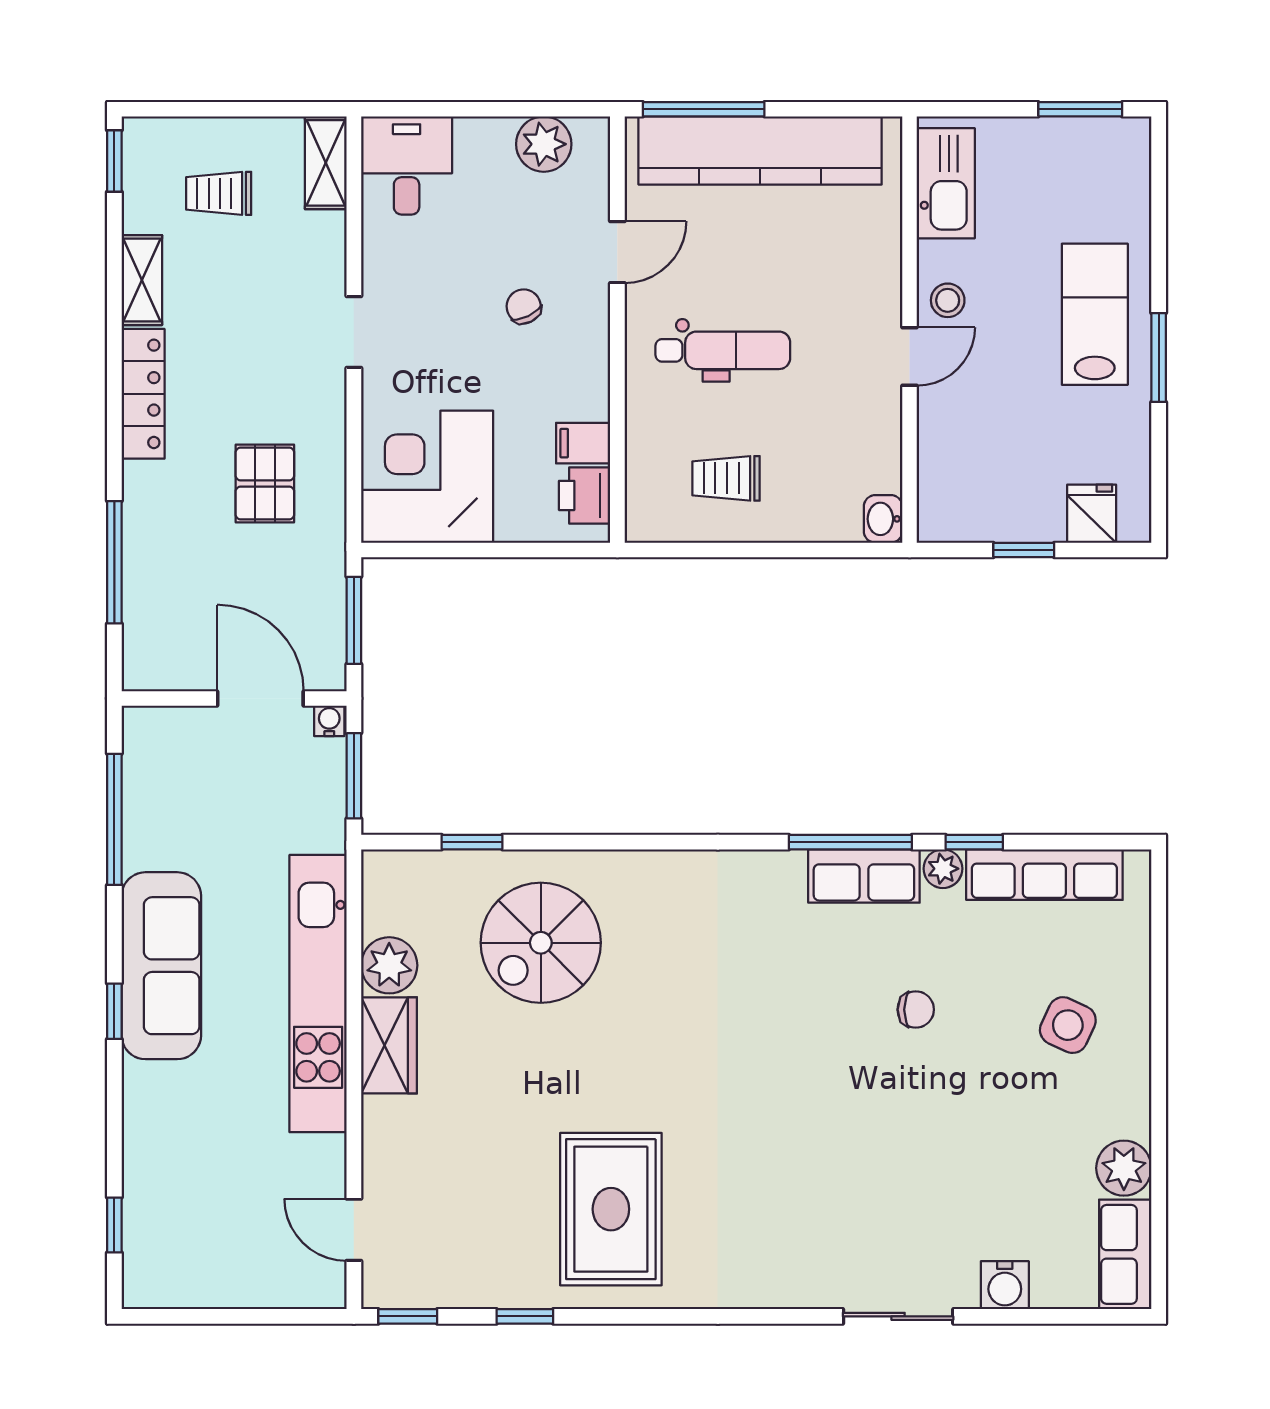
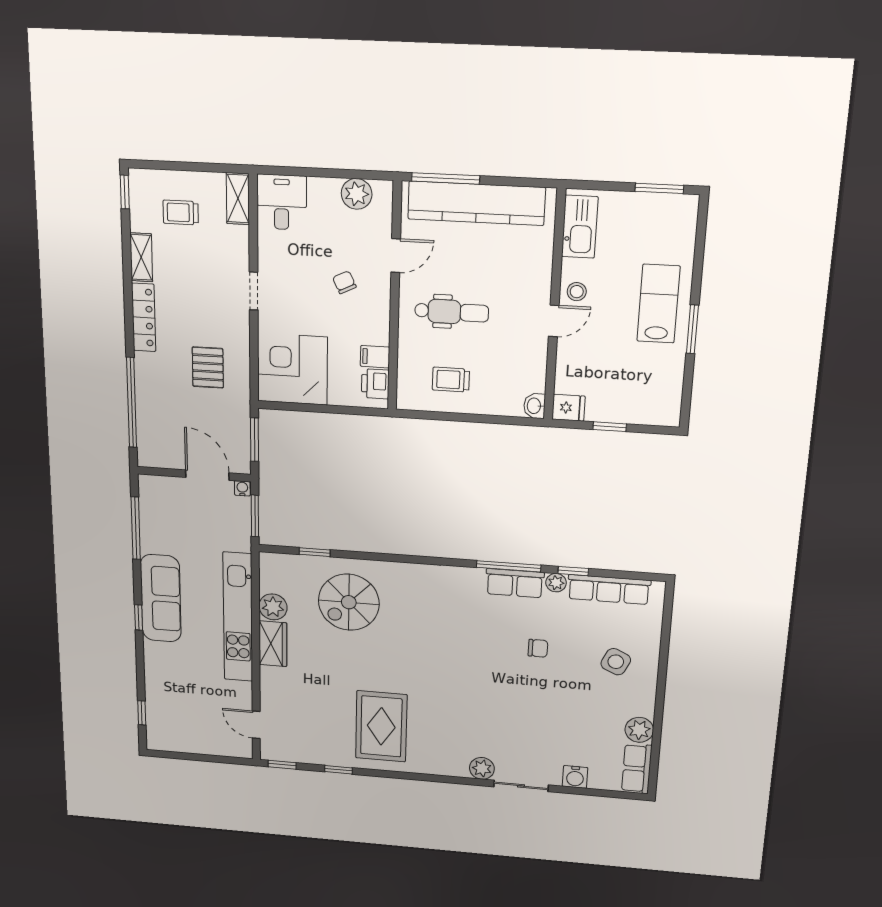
fridge: (1092, 514) -> (568, 408), moved, turned 90
window: (114, 562) -> (132, 403), width x1.46
plant: (817, 1284) -> (482, 768), added

